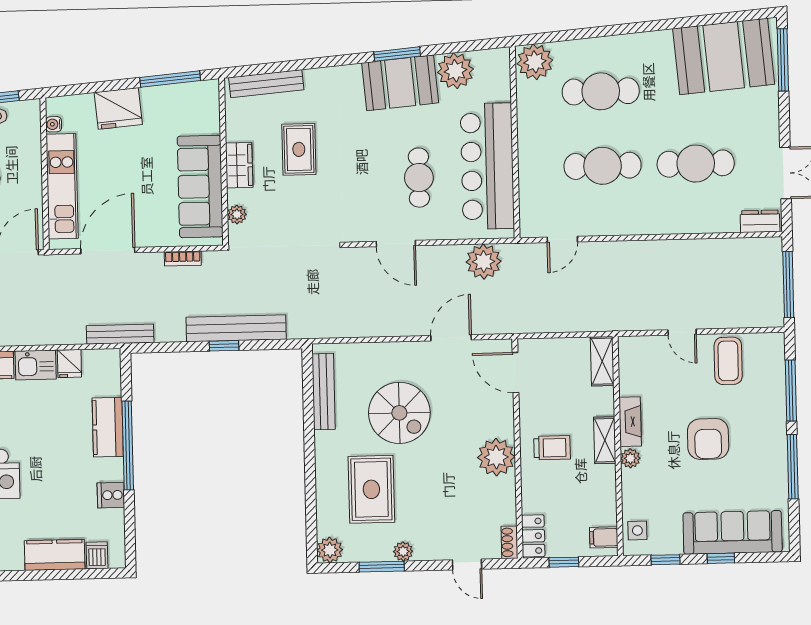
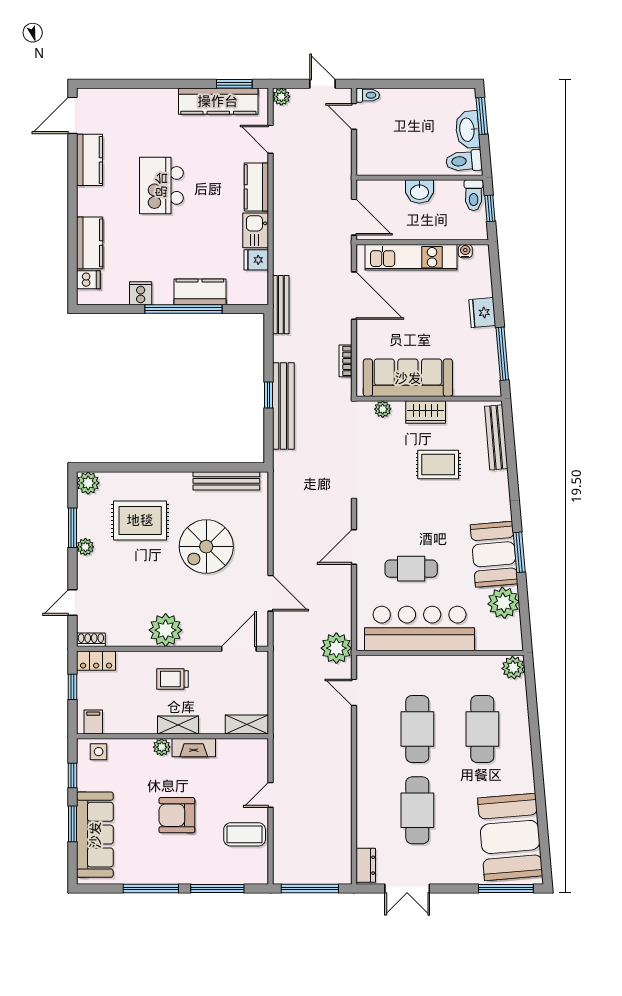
plant: (535, 62) -> (513, 668), width x0.73, depth x0.73
fridge: (118, 108) -> (482, 313), width x0.73, depth x0.75
plant: (484, 262) -> (336, 648), moved
trolley: (552, 448) -> (173, 679), turned 90
window: (721, 558) -> (73, 824), width x1.50

